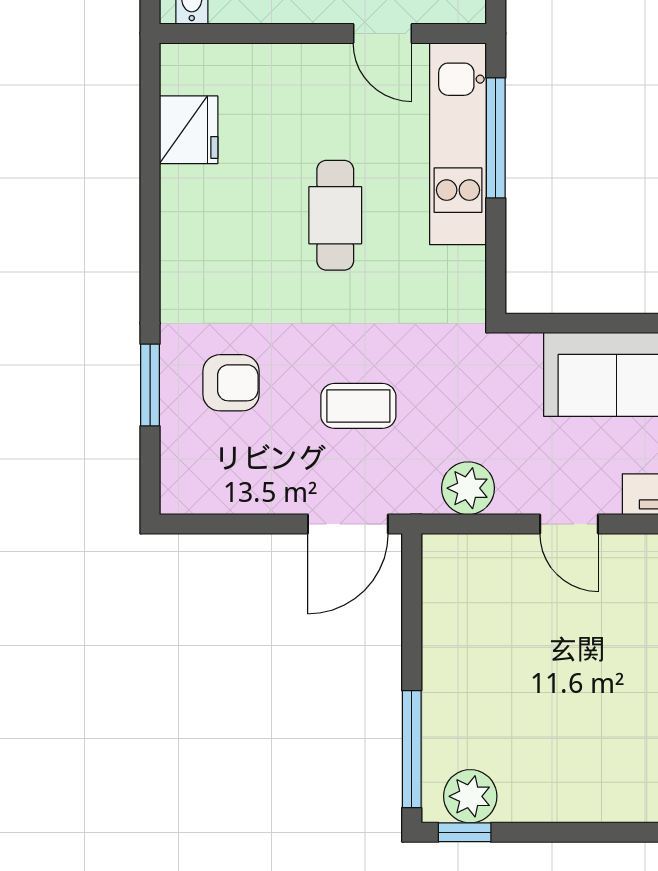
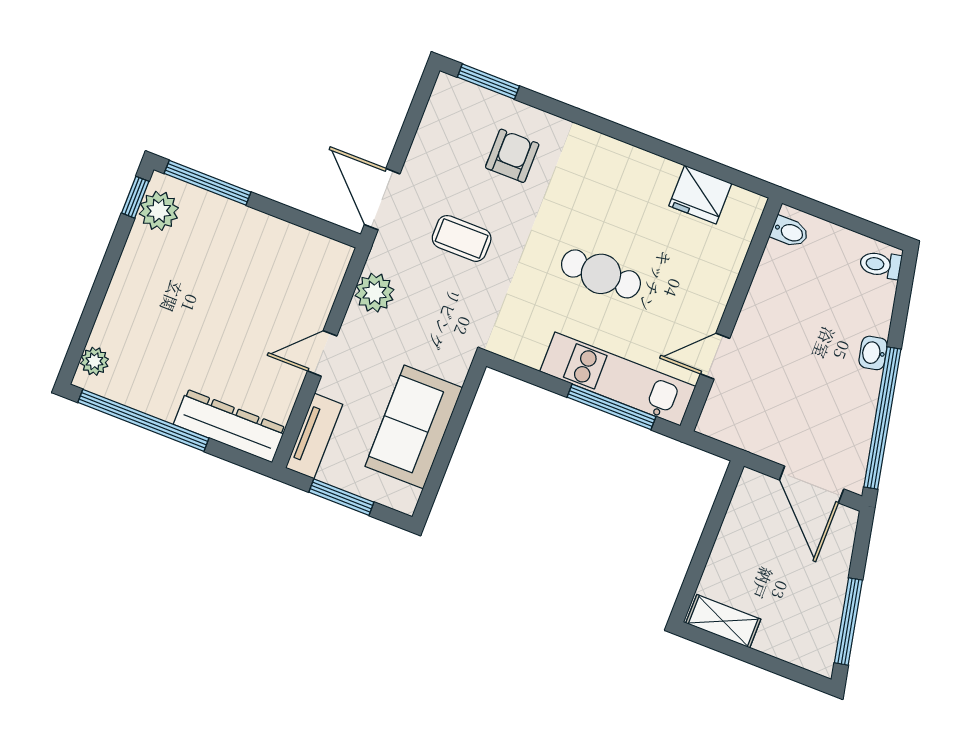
armchair: (231, 383) -> (512, 156), turned 180
window: (150, 385) -> (488, 82), moved
coffee table: (358, 406) -> (462, 238), turned 90

